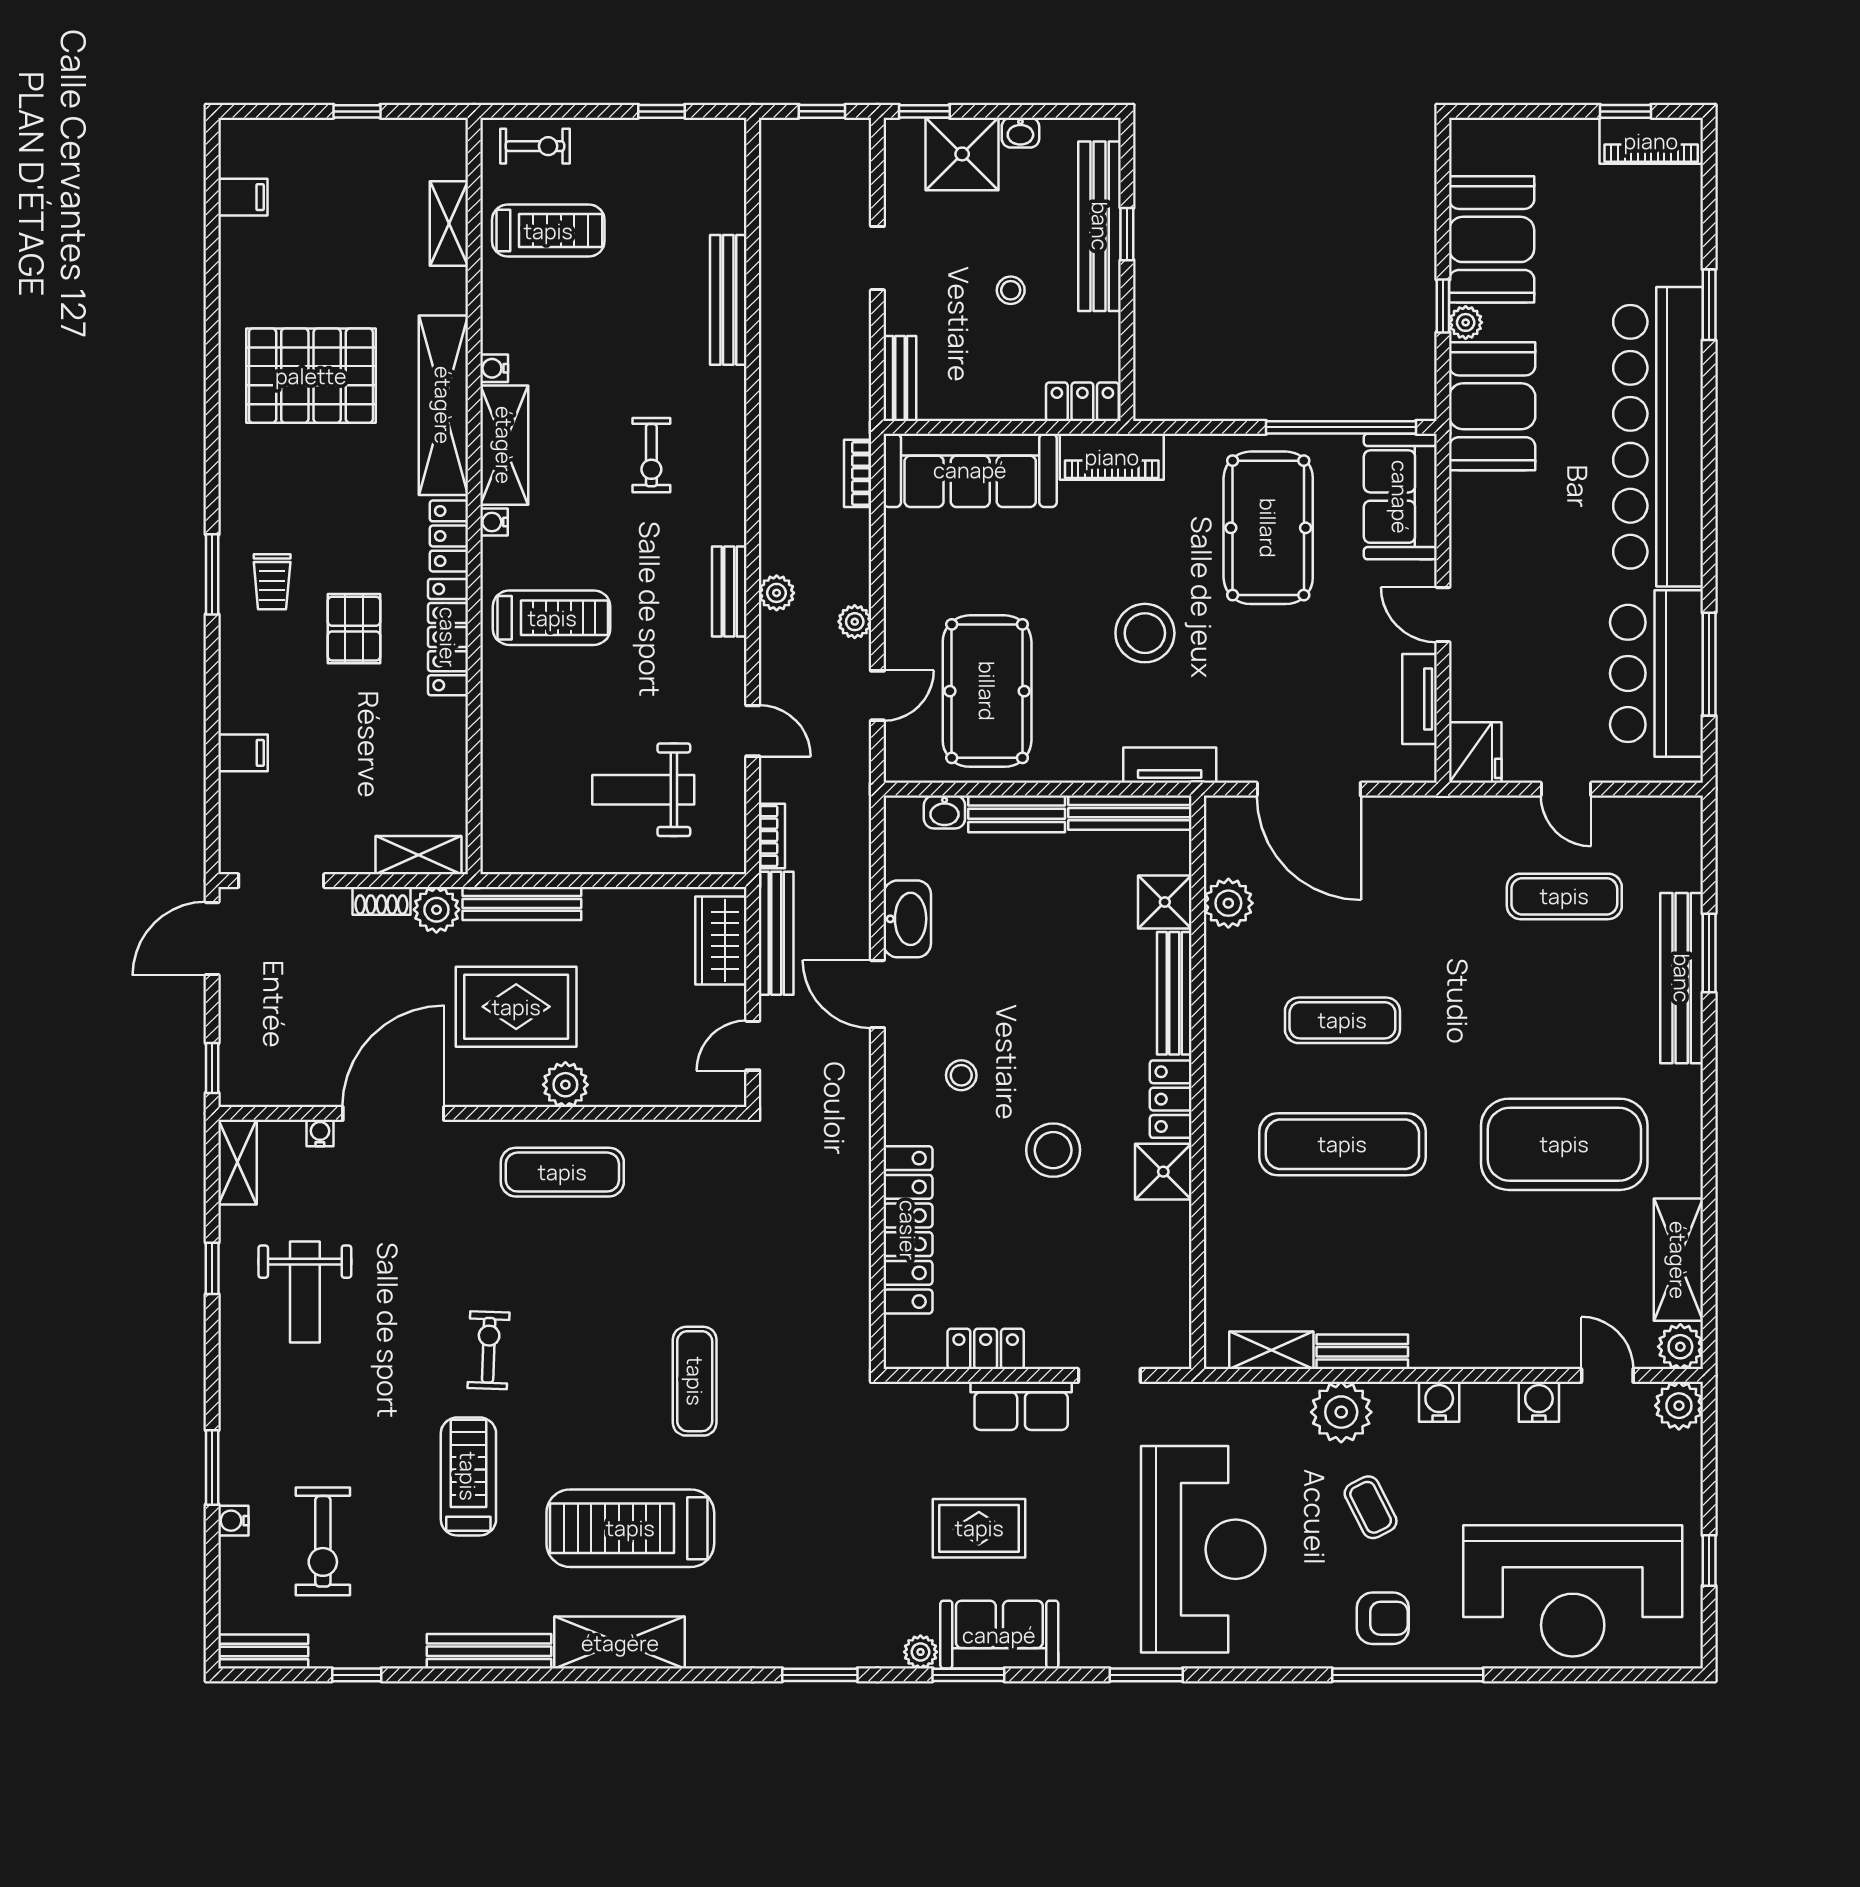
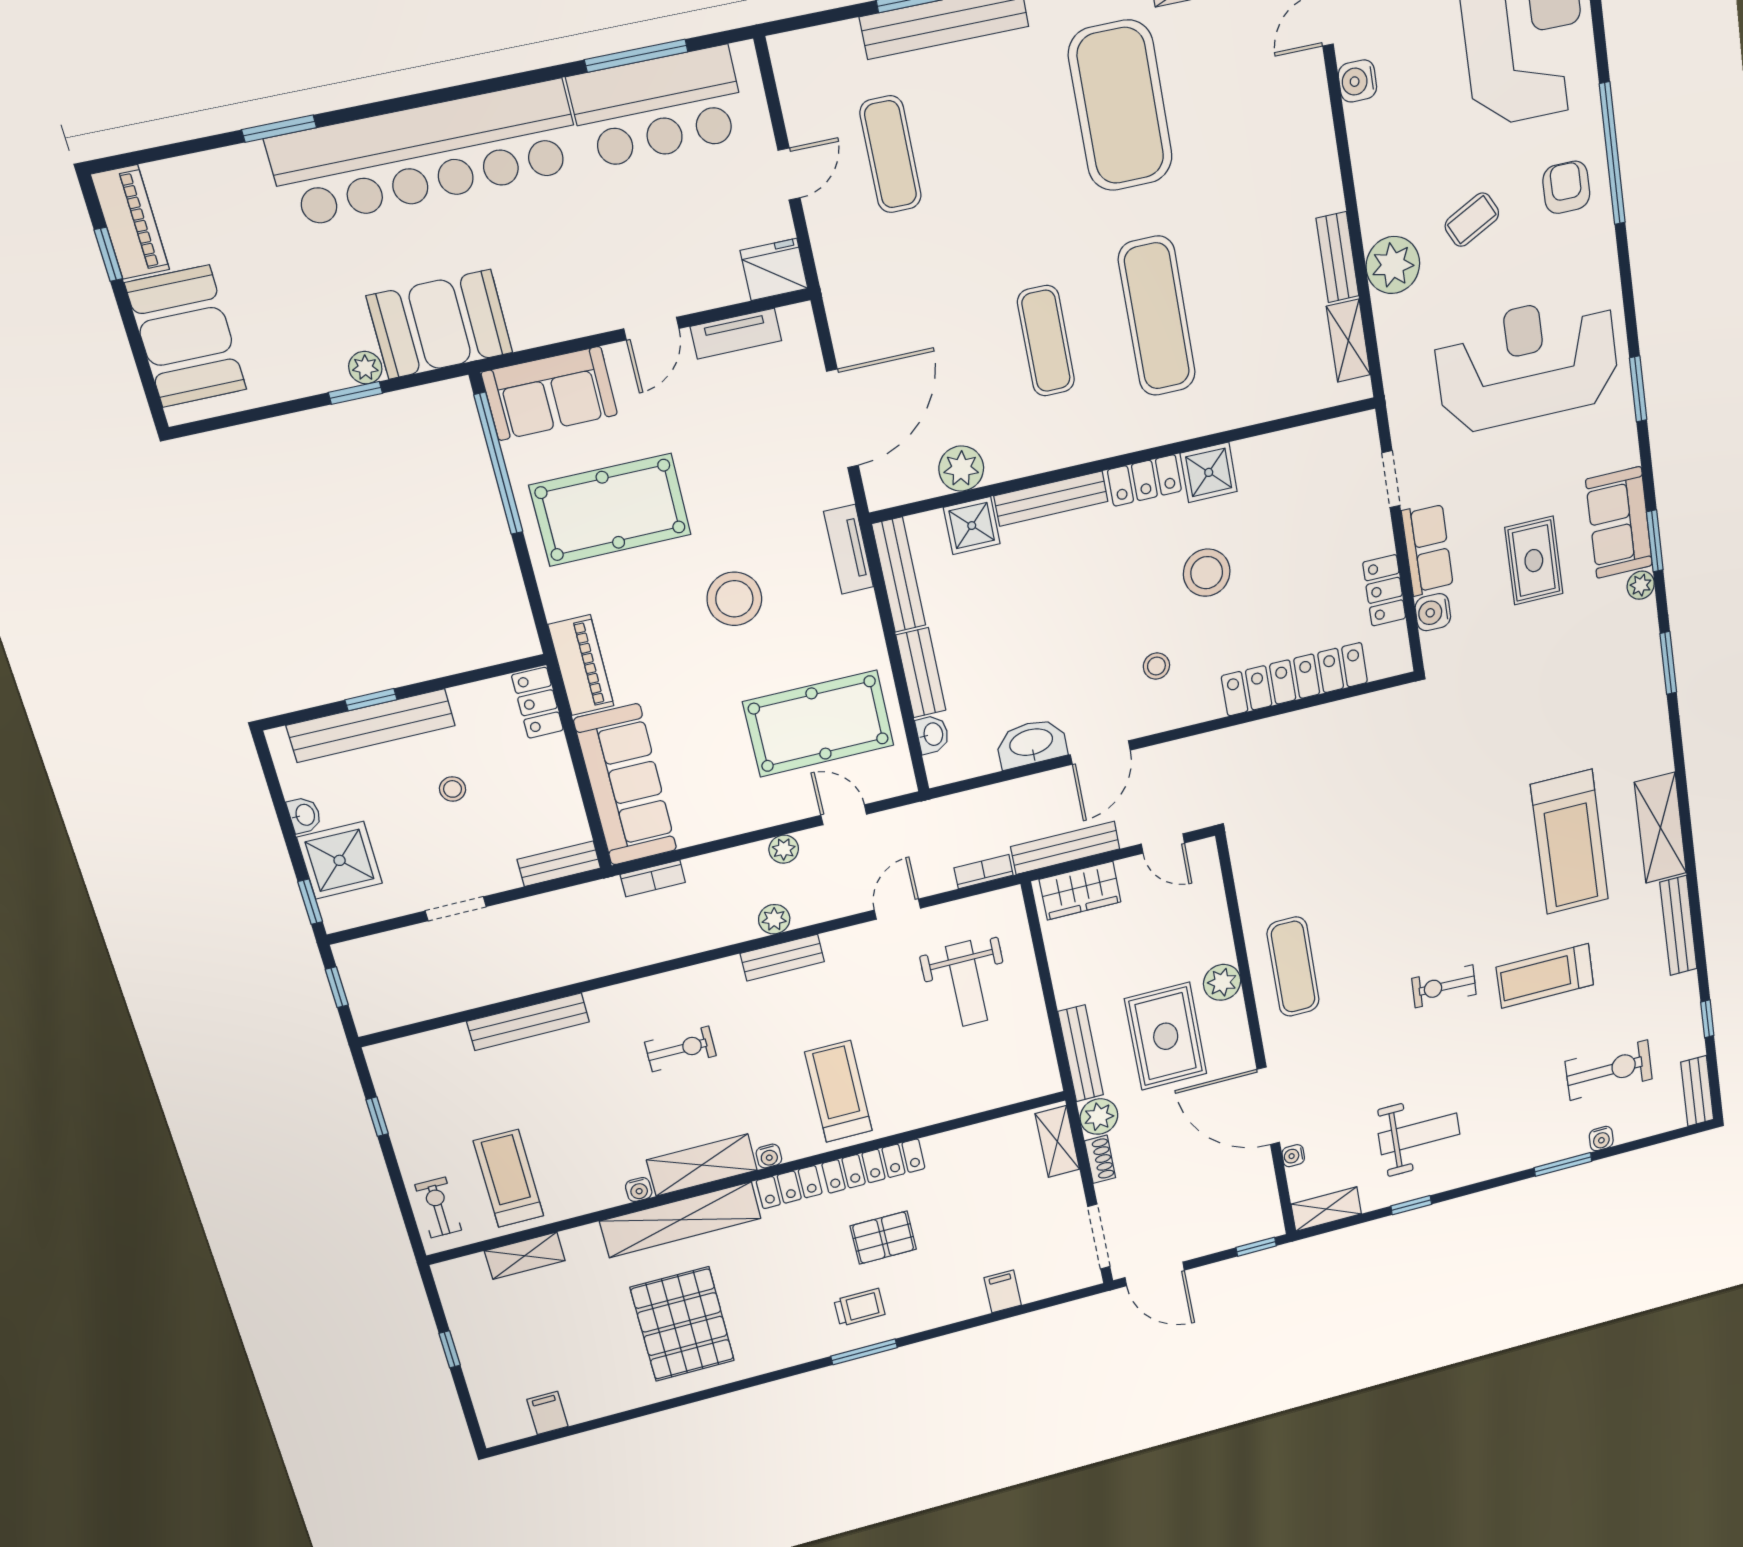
booth: (1492, 239) -> (186, 336), moved, turned 90
exercise mat: (695, 1381) -> (1445, 821), removed
water cooler: (1439, 1402) -> (1433, 612), moved

